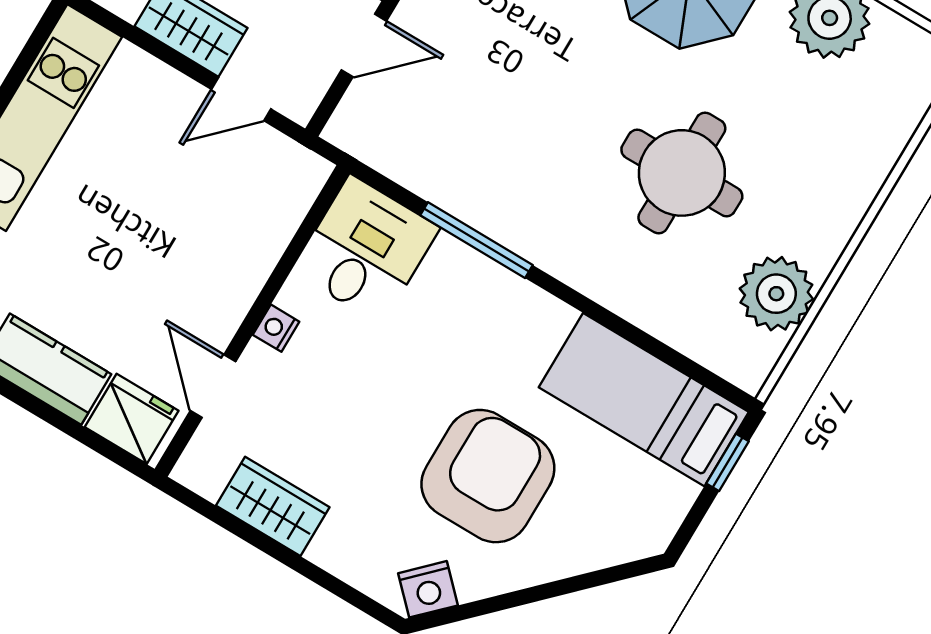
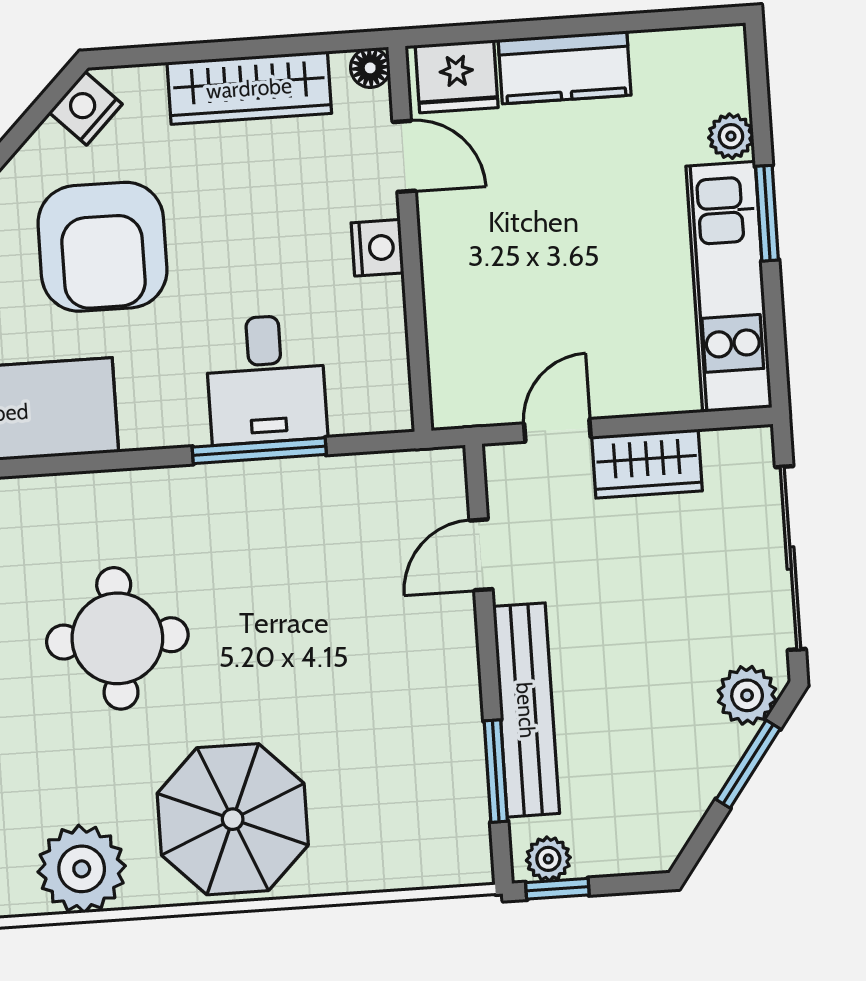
desk: (366, 249) -> (266, 379), moved
nightstand: (276, 328) -> (377, 248), width x1.39, depth x1.35
floor lamp: (192, 471) -> (370, 68), added
wardrobe: (273, 506) -> (249, 88), width x1.50

